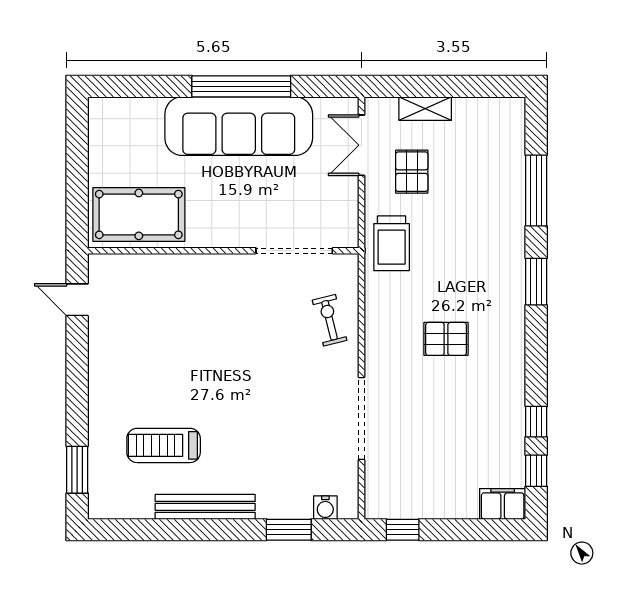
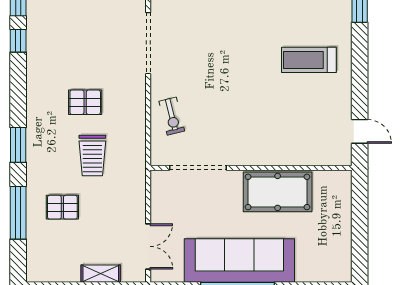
pallet: (412, 172) -> (62, 207), moved, turned 90
pool table: (139, 214) -> (278, 192), moved
trolley: (392, 243) -> (92, 156), moved, turned 180
treadmill: (164, 445) -> (309, 60), moved, turned 180

